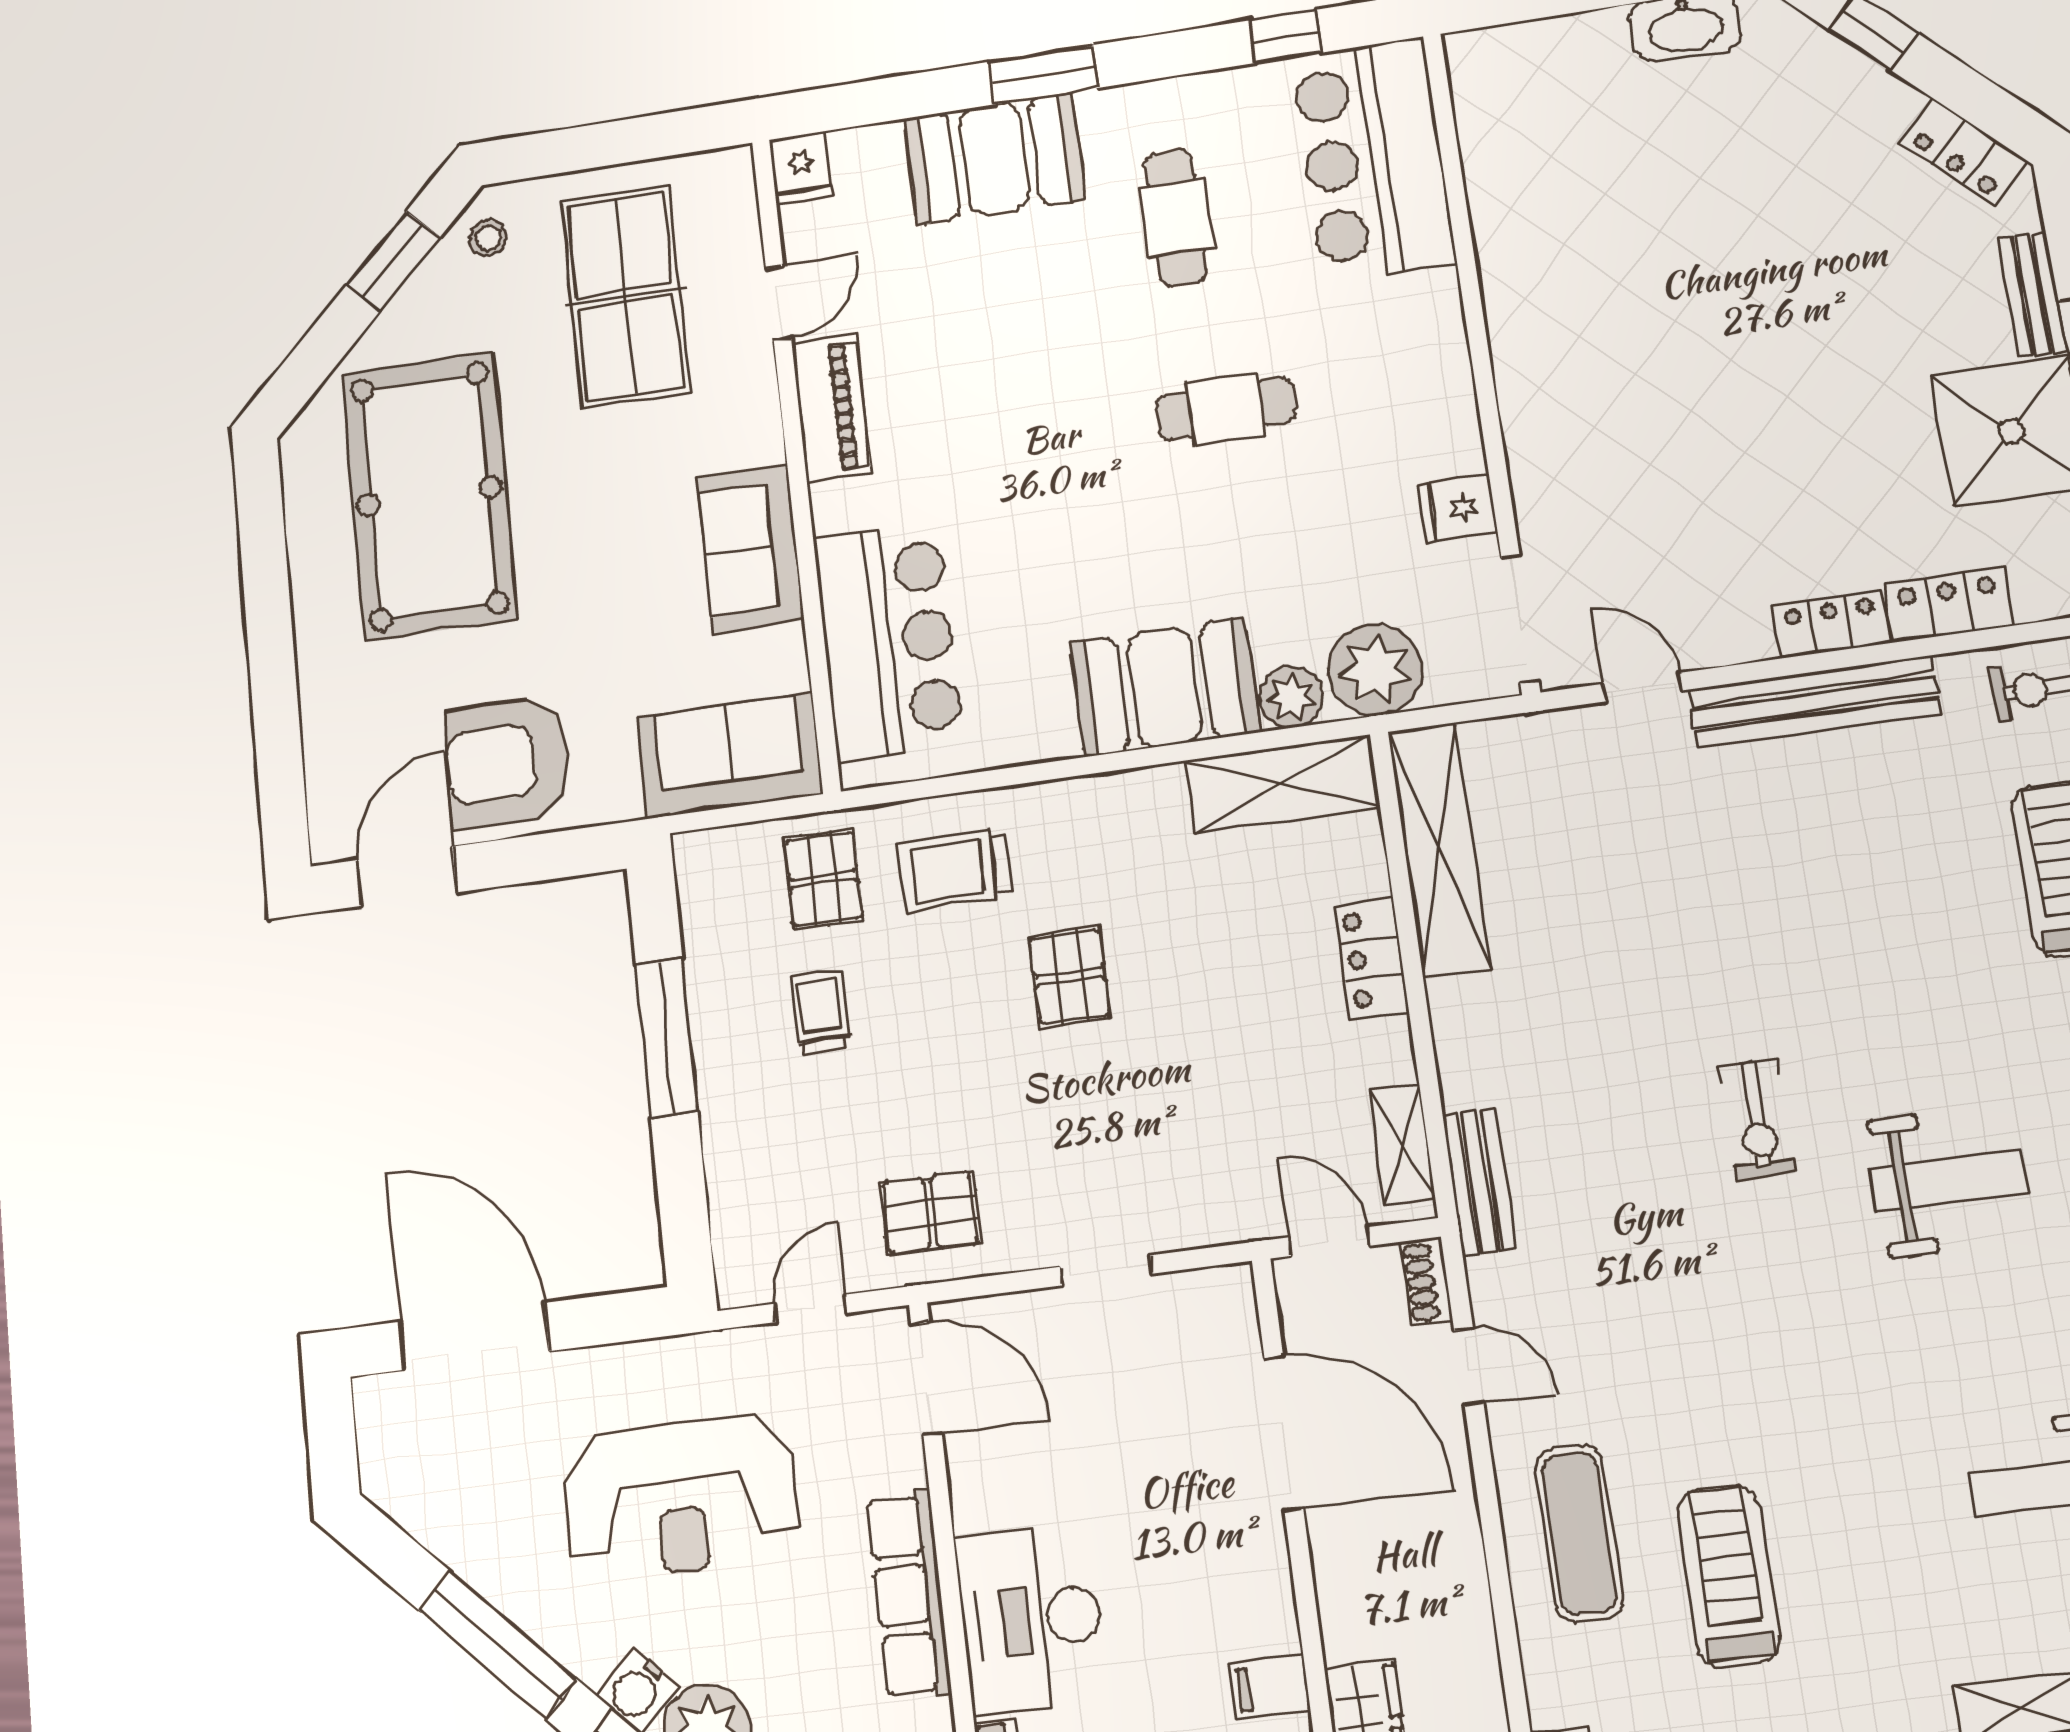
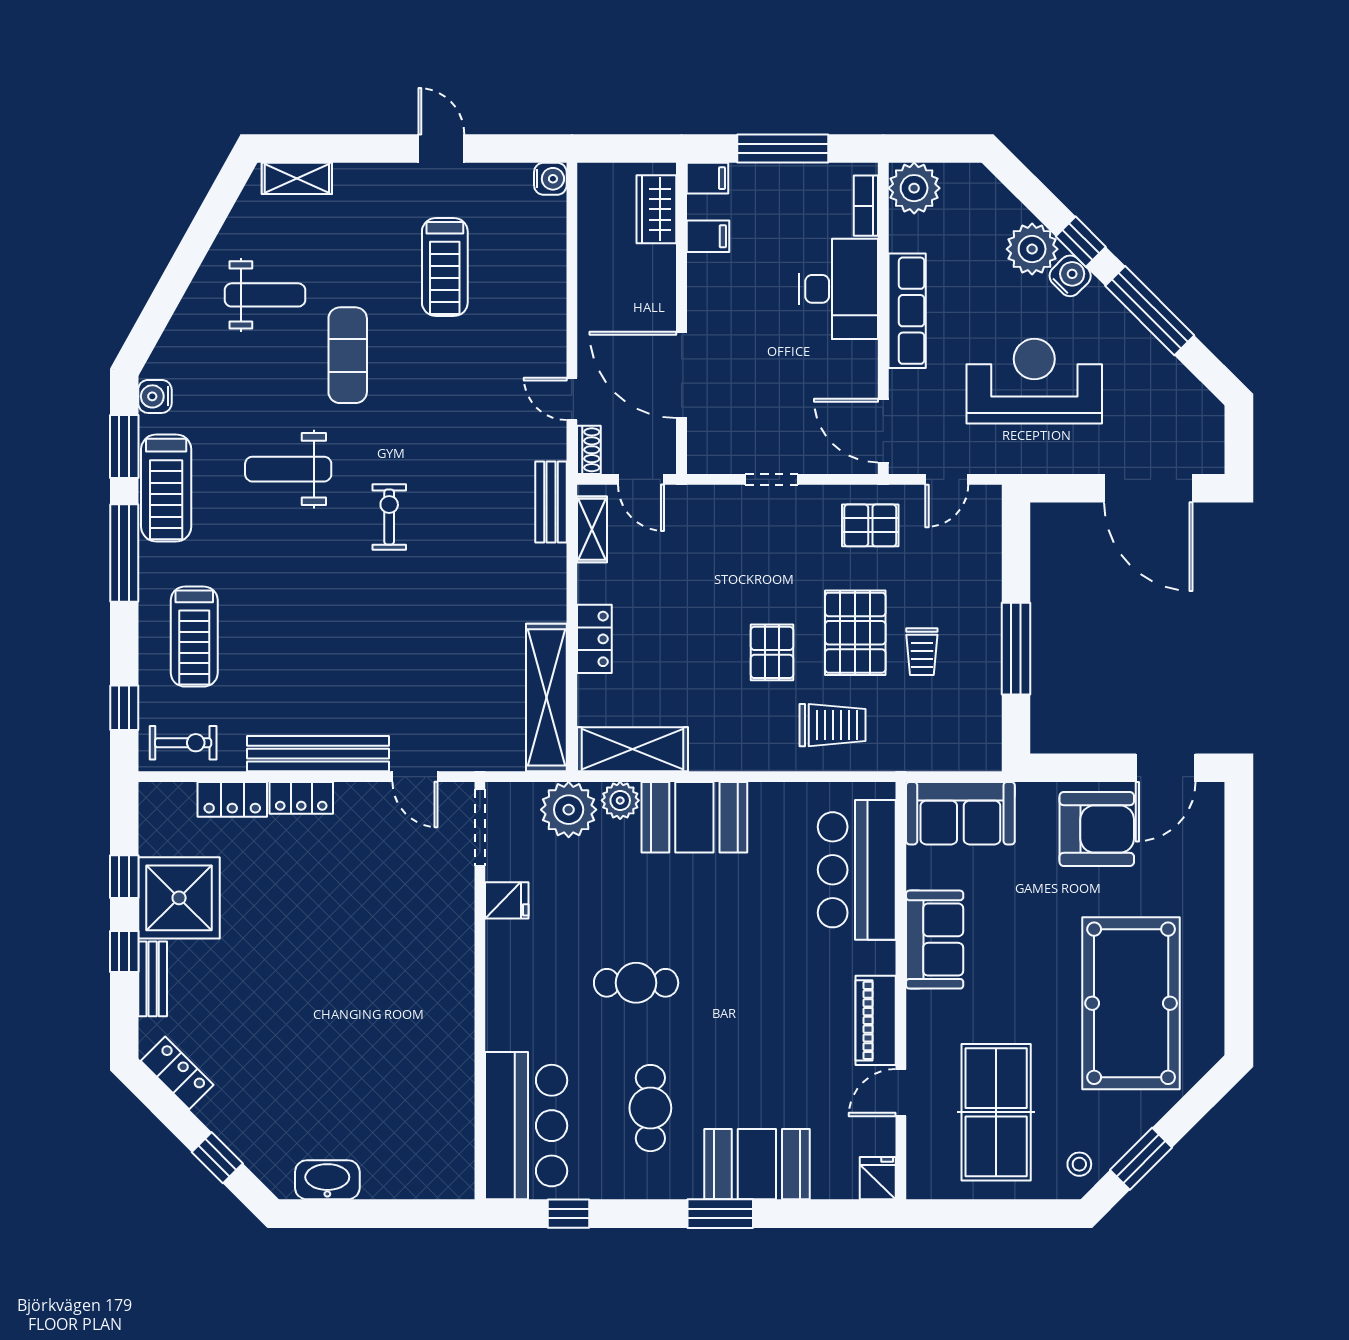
pallet: (823, 879) -> (855, 633), moved, width x1.50, depth x1.42
exercise mat: (1579, 1533) -> (348, 355), moved

